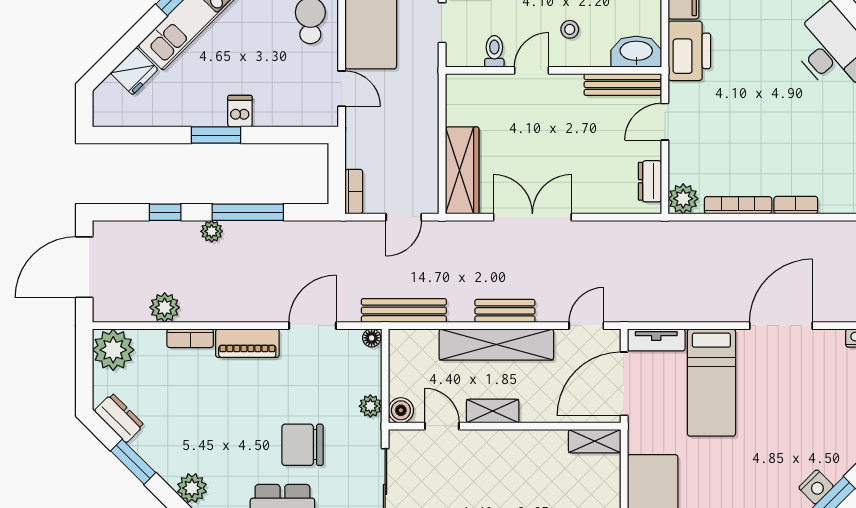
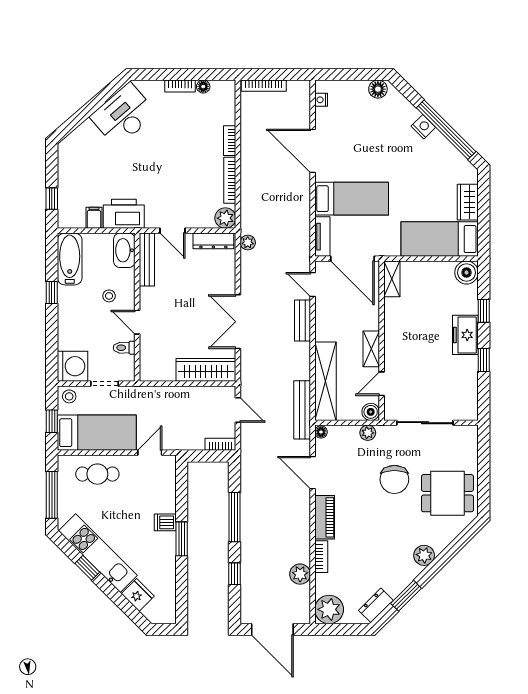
dresser: (650, 181) -> (213, 241), width x1.44
plant: (212, 231) -> (248, 242), moved
bench: (505, 311) -> (302, 320), moved
shelving: (496, 345) -> (326, 381), moved

